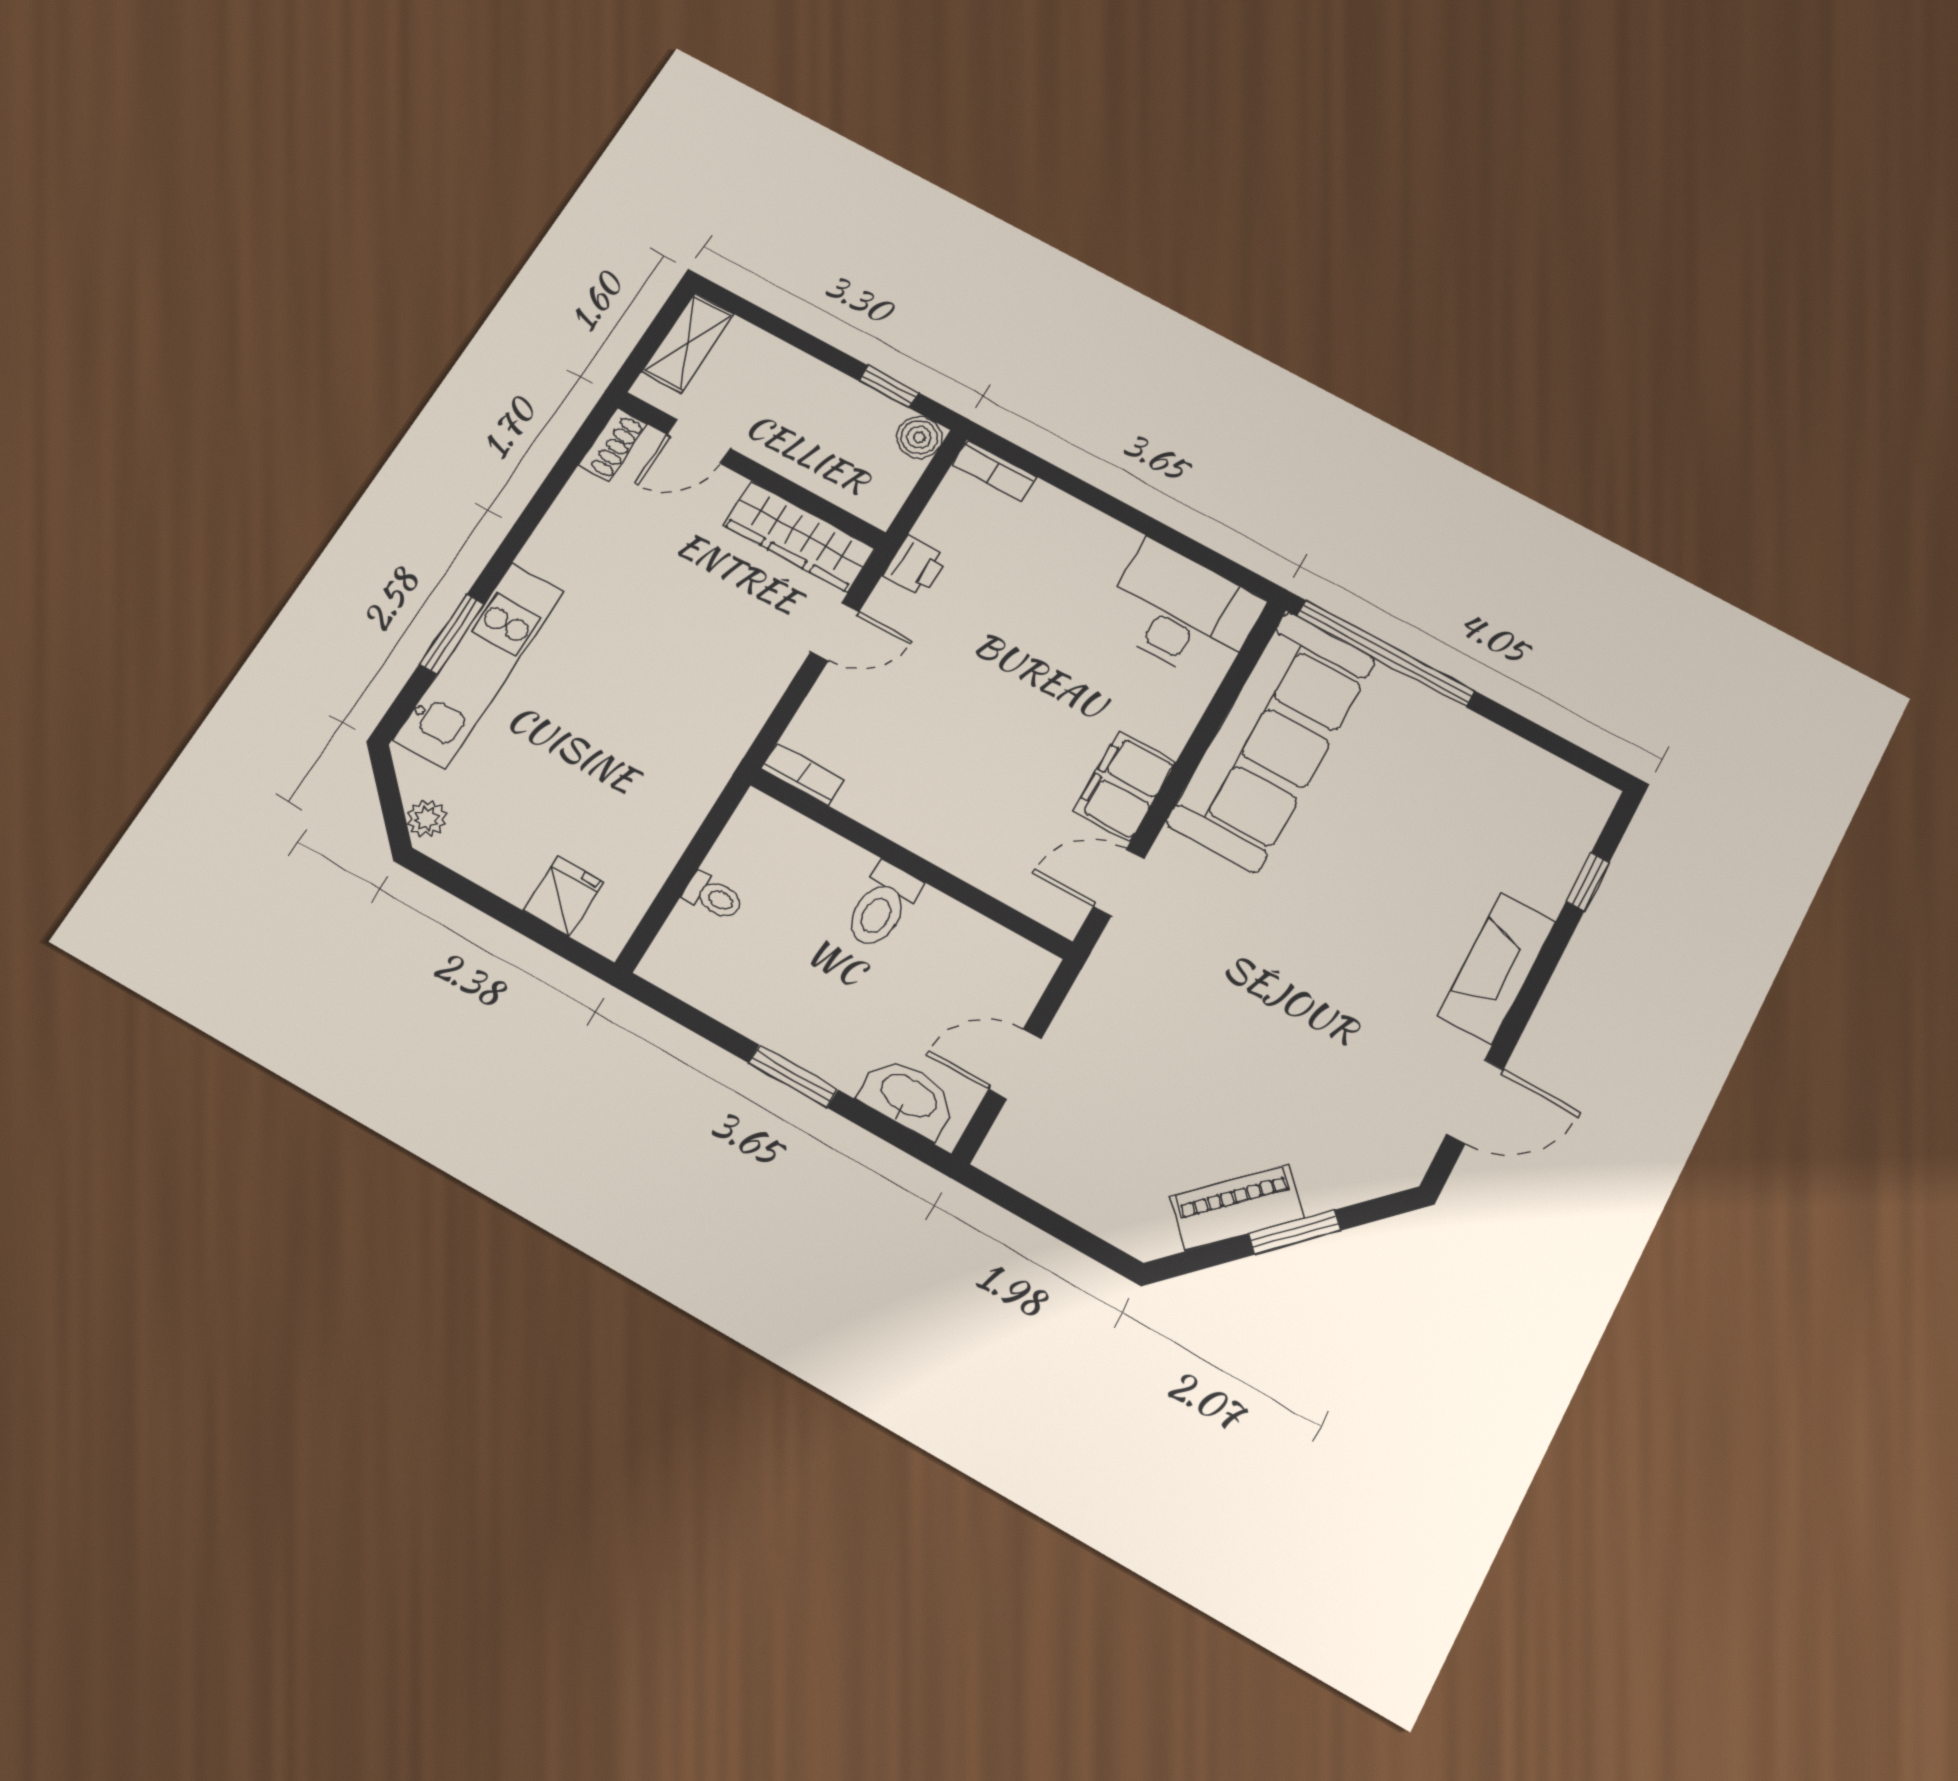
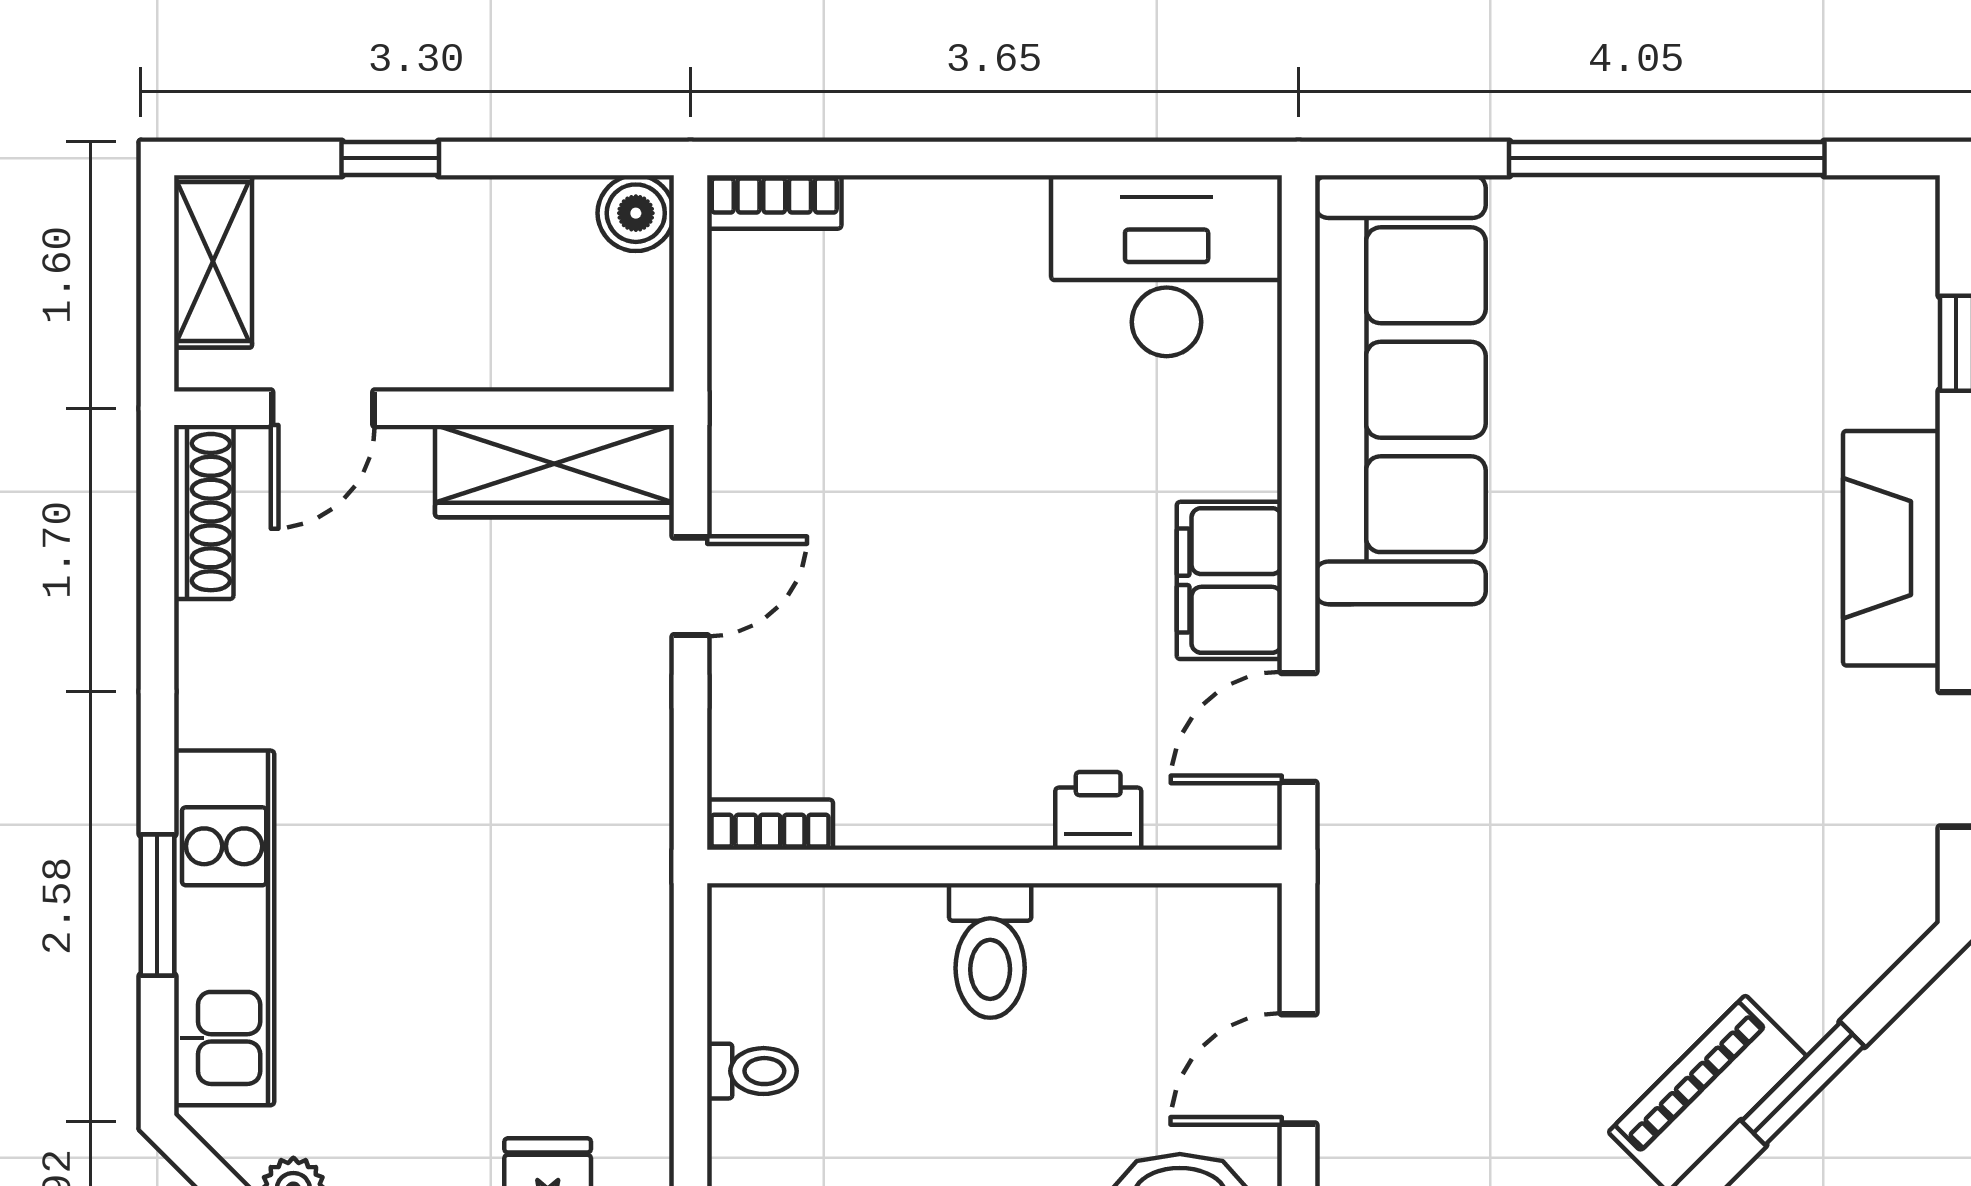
window: (889, 387) -> (390, 158), moved
shoe rack: (613, 445) -> (204, 512), width x1.43
printer: (915, 566) -> (1098, 811), moved, turned -90
window: (1385, 653) -> (1667, 158), moved

